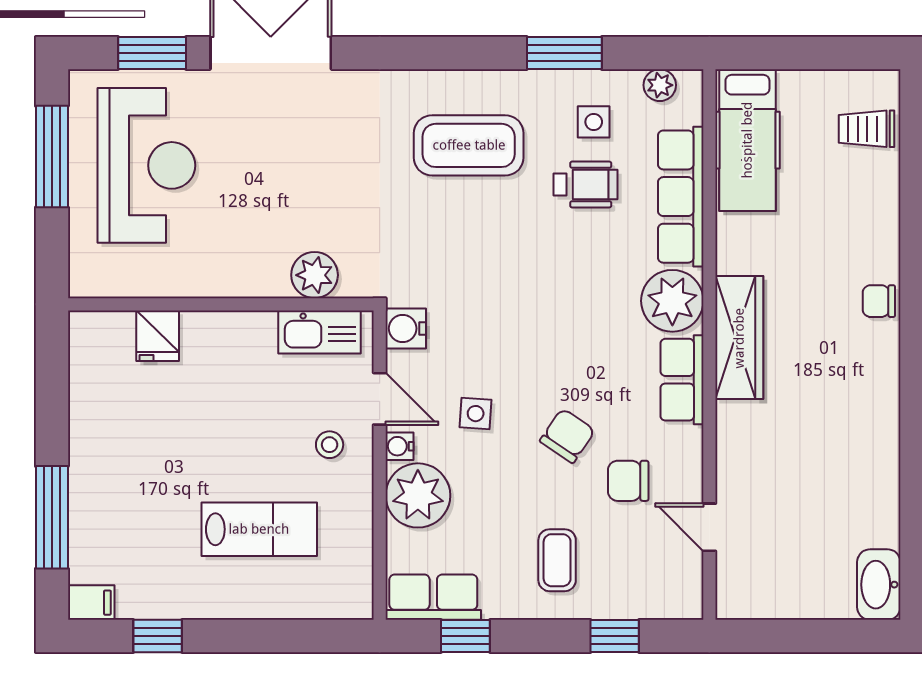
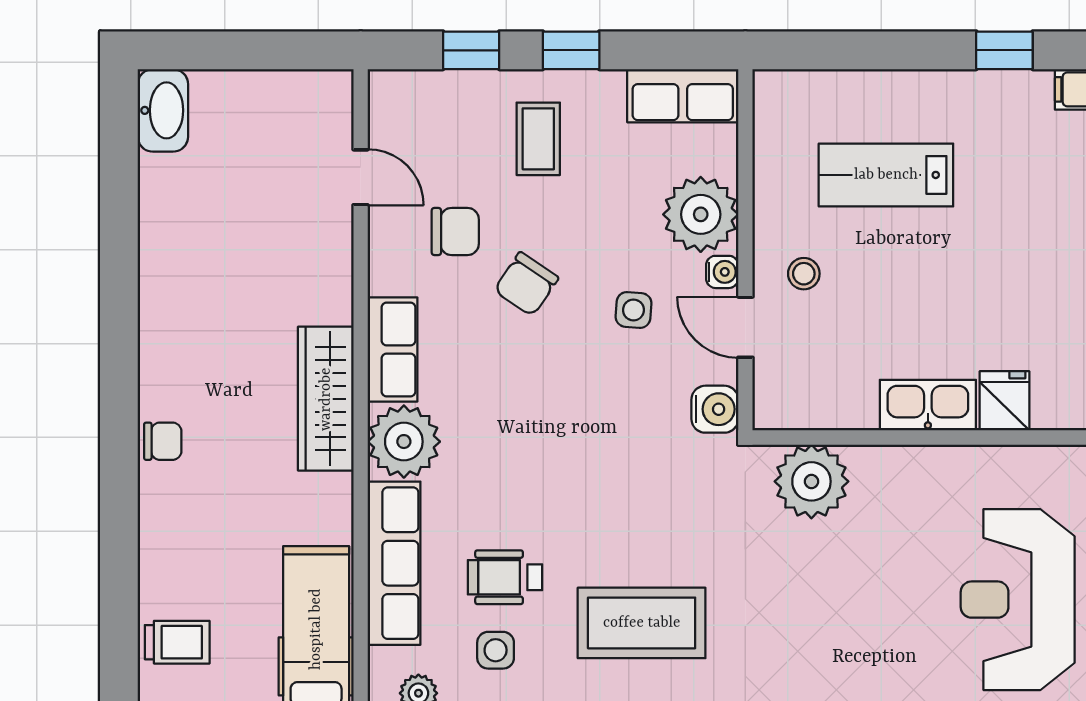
plant: (315, 275) -> (811, 481), width x1.36, depth x1.36
kitchen sink: (320, 332) -> (928, 405), moved
window: (465, 636) -> (571, 50), moved

